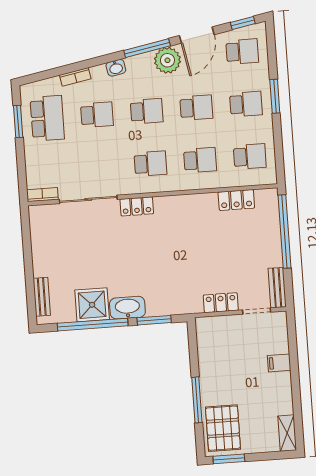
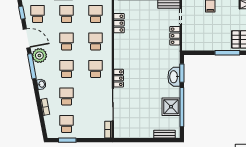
school desk: (47, 118) -> (67, 124), width x0.54
washbasin: (127, 308) -> (174, 77), moved

